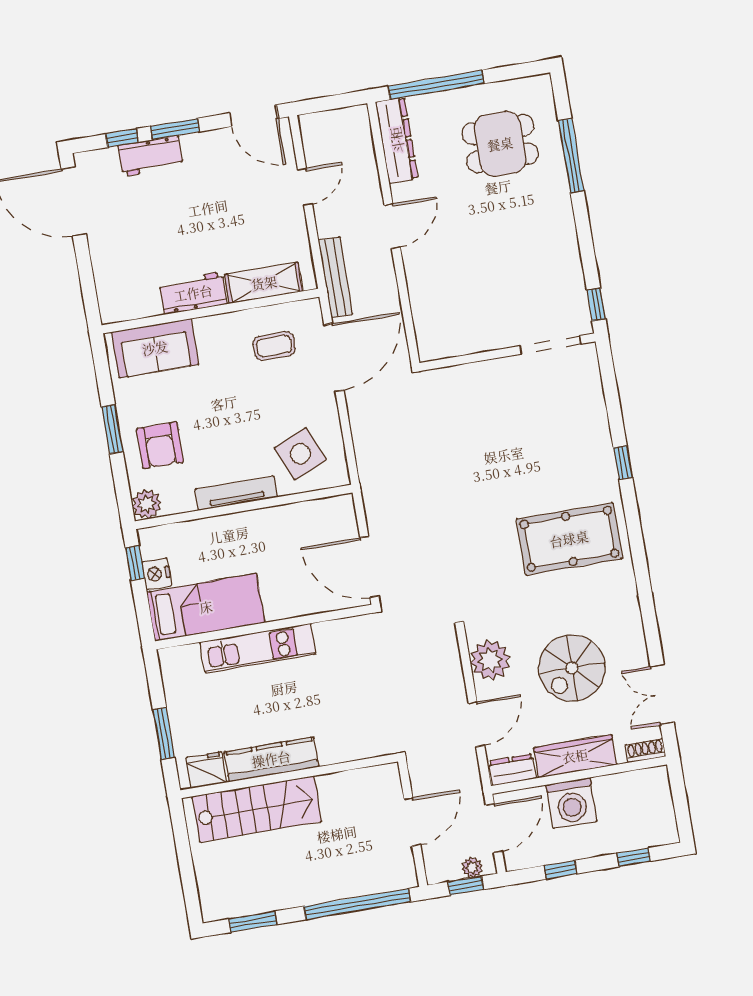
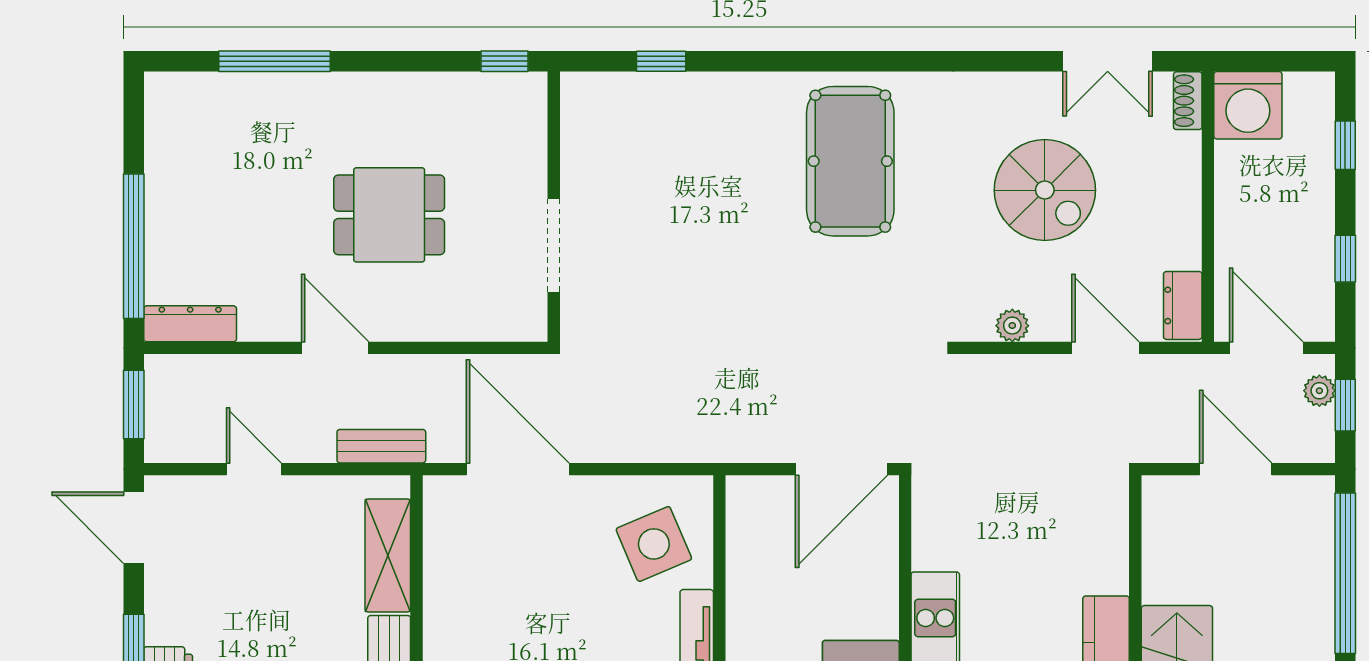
window: (334, 102) -> (134, 405), added
door: (254, 116) -> (134, 528), swing flipped
dresser: (397, 140) -> (190, 324), width x0.73, depth x0.80
dining table: (500, 144) -> (389, 215), moved, turned 90
bench: (335, 277) -> (381, 446), width x0.73
doorway: (551, 345) -> (554, 246), moved
coffee table: (274, 346) -> (485, 556), removed
window: (623, 463) -> (661, 61), moved
plant: (490, 660) -> (1012, 326), width x0.53, depth x0.53
wardrobe: (575, 756) -> (1178, 208), removed
washing machine: (571, 803) -> (1248, 105), moved, turned 90

